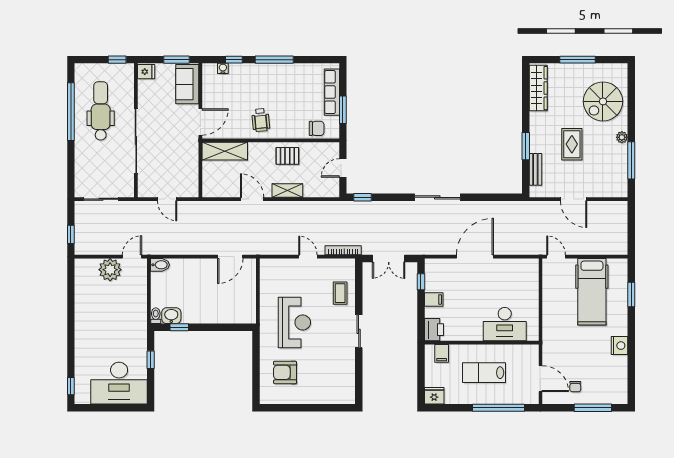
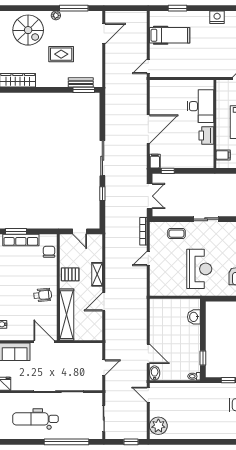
window: (343, 110) -> (16, 231), moved
window: (71, 112) -> (66, 442), moved
window: (526, 146) -> (84, 90), moved
shelving: (225, 151) -> (67, 315), width x1.47
pallet: (287, 156) -> (70, 274), turned 90
window: (363, 197) -> (102, 194), moved
door: (574, 199) -> (104, 34), moved
door: (230, 257) -> (148, 354), moved
door: (475, 257) -> (148, 129), swing flipped
plant: (110, 270) -> (158, 426), moved
hospital bed: (592, 292) -> (170, 35), width x0.73, depth x0.78
filing cabinet: (434, 300) -> (155, 161), moved
washbasin: (171, 316) -> (194, 317), moved
reception desk: (294, 322) -> (199, 269), turned 90
printer: (434, 330) -> (206, 136), moved, turned -90

